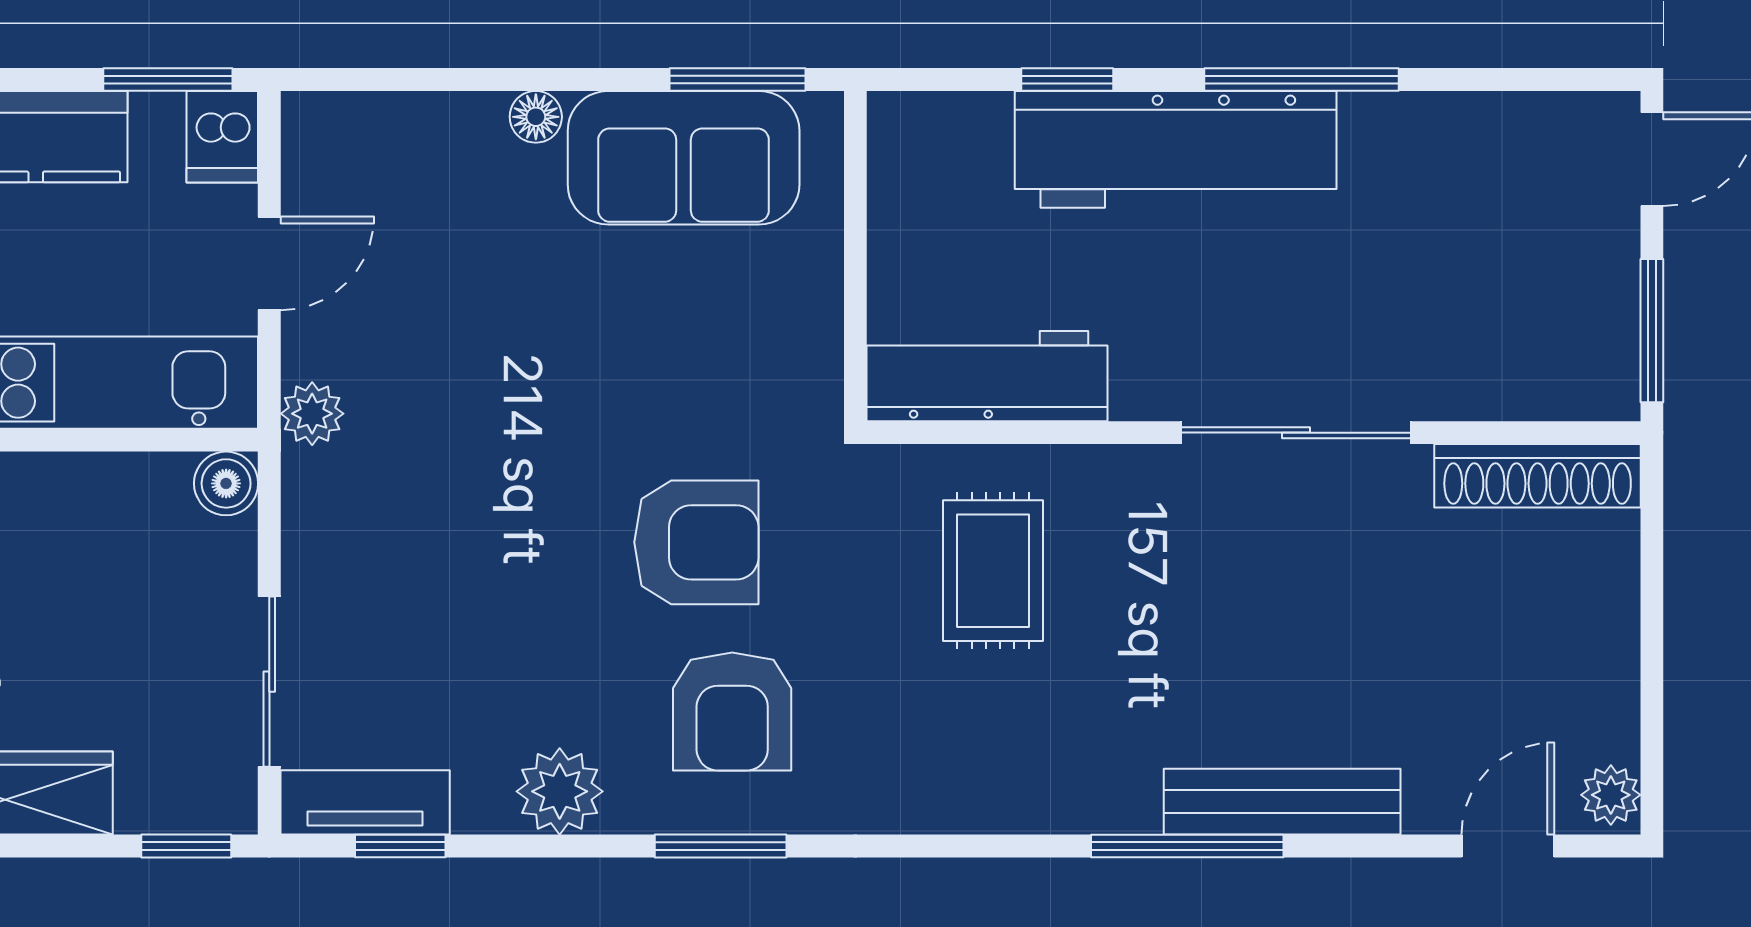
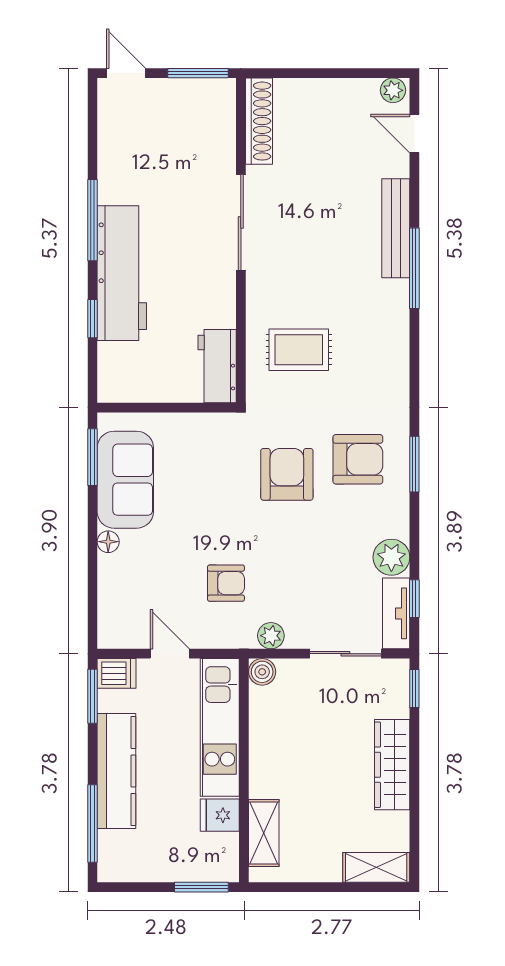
workbench: (987, 376) -> (217, 366), width x0.73
armchair: (437, 397) -> (226, 583), added
plant: (312, 414) -> (271, 636), moved
plant: (560, 791) -> (391, 557), moved

